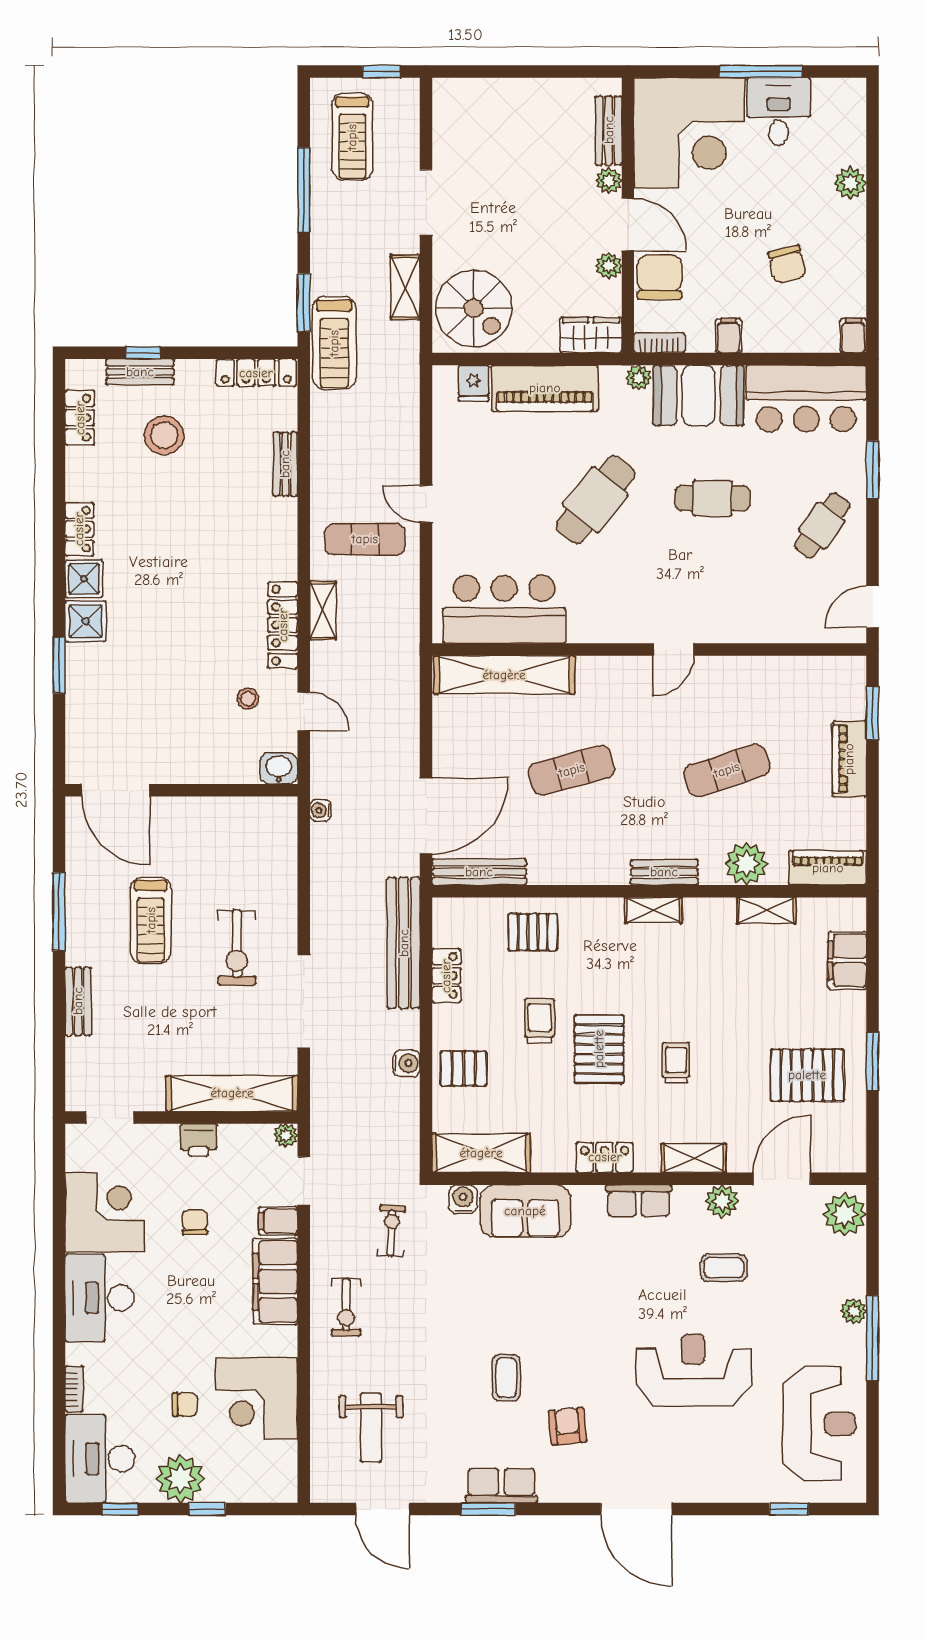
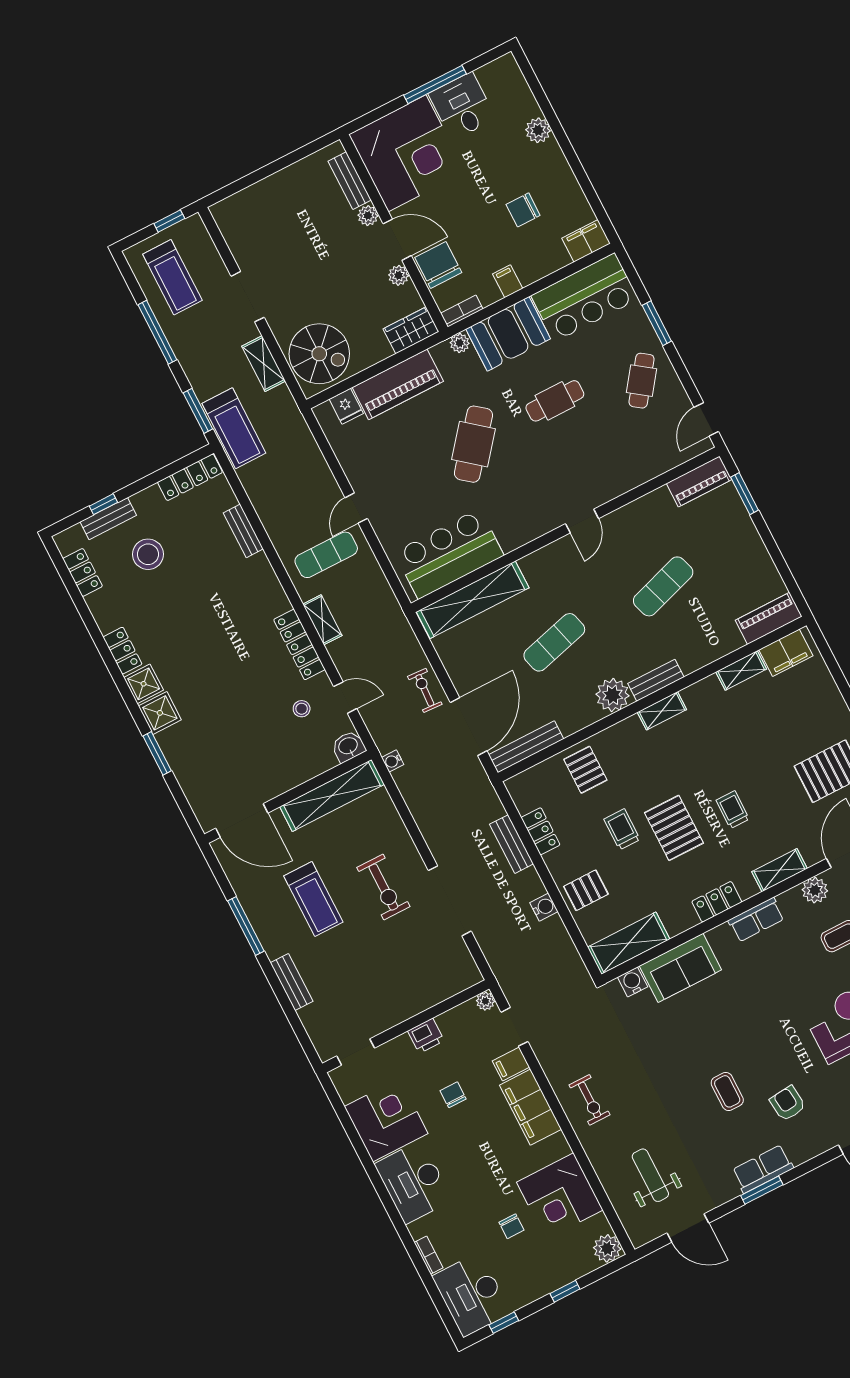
chair: (787, 264) -> (523, 210), turned 104
filing cabinet: (853, 336) -> (586, 241), width x2.00
door: (426, 504) -> (356, 508), hinge flipped
piano: (849, 759) -> (699, 481), moved, turned -90
plant: (746, 864) -> (613, 695), moved
pallet: (533, 932) -> (585, 770), turned 90
bench: (404, 943) -> (512, 844), width x0.54, depth x0.82
filing cabinet: (847, 960) -> (786, 653), moved, turned -90
shelving: (232, 1093) -> (332, 795), moved
exercise bike: (392, 1231) -> (425, 690), moved
chair: (185, 1405) -> (511, 1226), turned 90
weight bench: (371, 1428) -> (650, 1175), turned 180
plant: (180, 1479) -> (607, 1248), moved, width x0.73, depth x0.73

